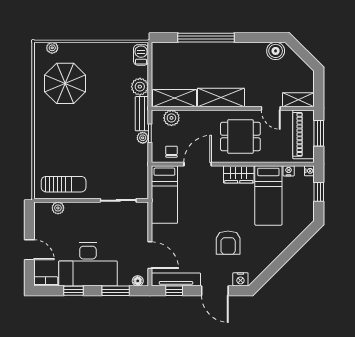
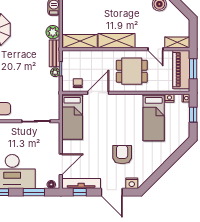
plant: (171, 118) -> (78, 57), removed
wardrobe: (239, 174) -> (130, 101), removed
armchair: (228, 243) -> (122, 155), turned 180
door: (150, 255) -> (61, 164), hinge flipped

